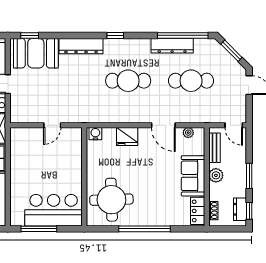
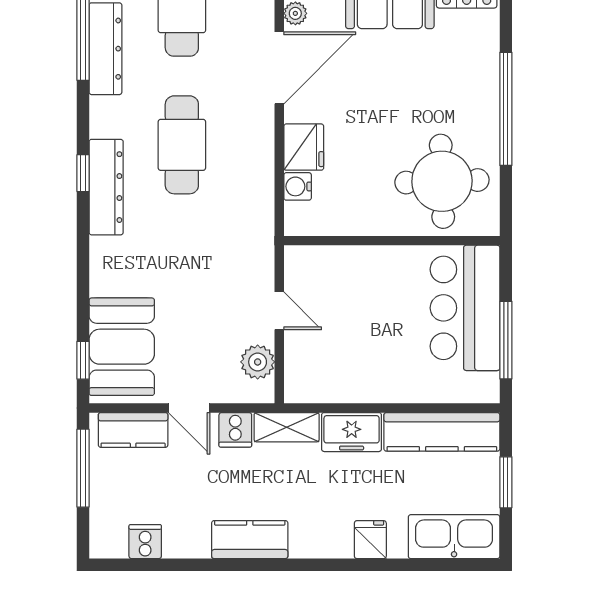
dresser: (81, 46) -> (106, 187), moved
plant: (29, 115) -> (258, 362), added
door: (163, 125) -> (279, 68), width x1.36
water cooler: (95, 134) -> (298, 186), moved

